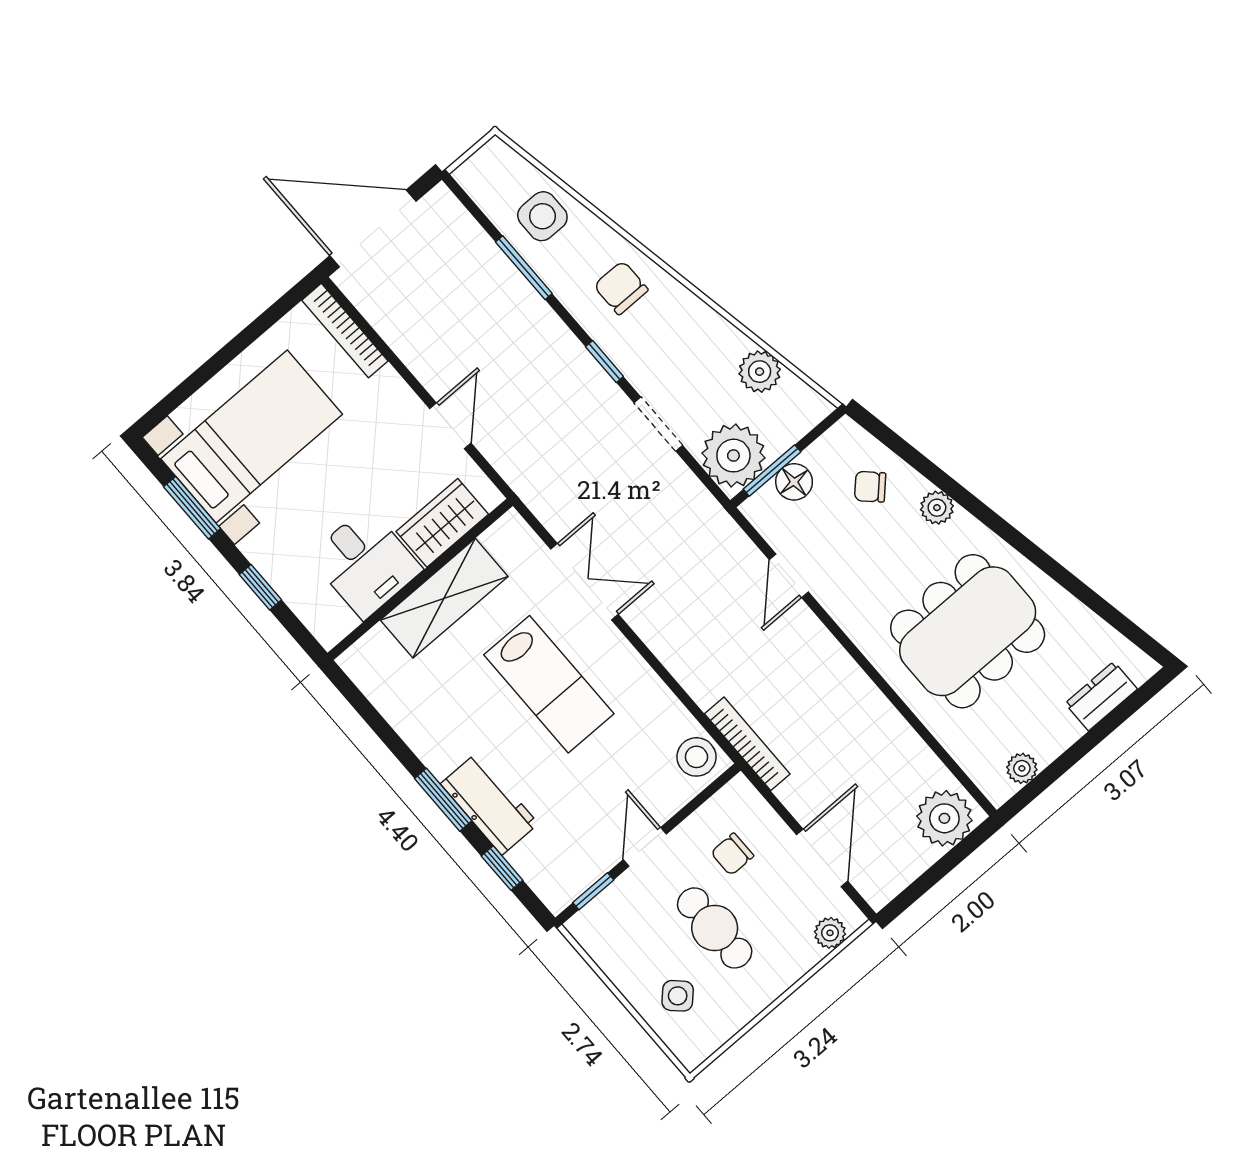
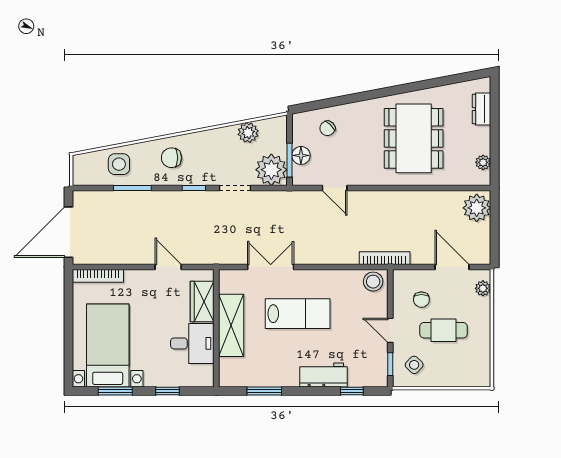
plant: (937, 508) -> (357, 110), removed
window: (443, 800) -> (264, 391), moved
side table: (678, 996) -> (414, 365), moved

